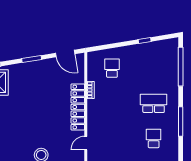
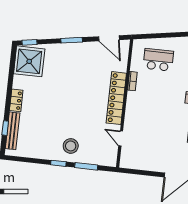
school desk: (112, 68) -> (158, 60), width x1.85
door: (86, 143) -> (121, 138), hinge flipped

